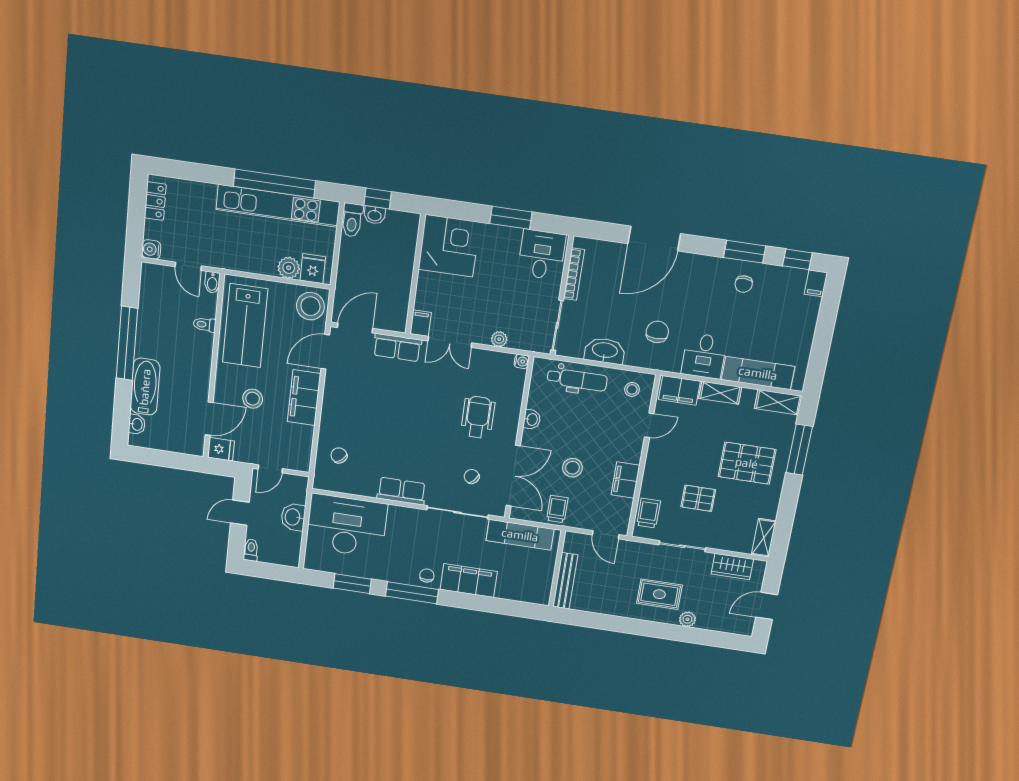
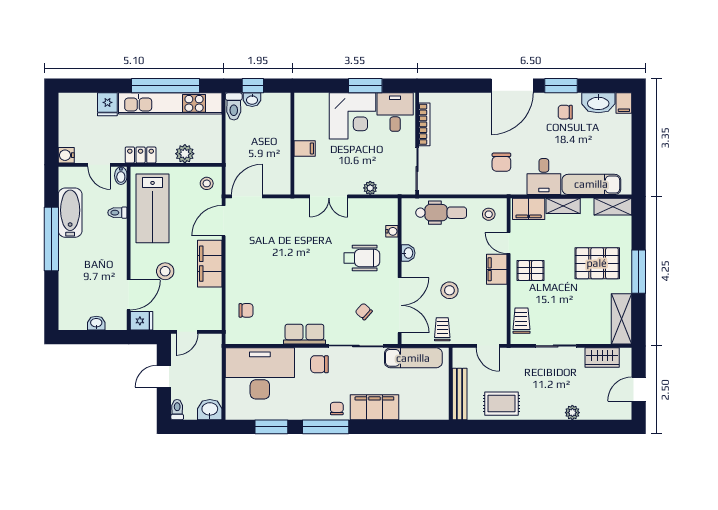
locker: (155, 201) -> (141, 155), moved, turned -90
door: (654, 239) -> (512, 86), moved
corner desk: (449, 246) -> (353, 116), moved, turned 90
window: (797, 259) -> (605, 86), removed
fridge: (313, 269) -> (107, 104), moved, turned 180
chair: (744, 284) -> (565, 112), turned 90
stool: (310, 306) -> (207, 183), width x0.53, depth x0.53
filing cabinet: (421, 323) -> (305, 148), moved, turned 90
chair: (657, 332) -> (501, 162), turned 180
row of seats: (397, 347) -> (285, 208), removed
washbasin: (605, 351) -> (598, 103), moved, turned 180
water cooler: (522, 361) -> (392, 231), moved
bathtub: (145, 387) -> (70, 213), moved
wheelchair: (478, 417) -> (362, 258), turned 90
washbasin: (137, 424) -> (96, 323), moved, turned -90
door: (649, 425) -> (509, 243), swing flipped
window: (799, 450) -> (639, 272), moved
chair: (339, 455) -> (246, 310), turned 131
filing cabinet: (626, 480) -> (497, 269), moved
pallet: (698, 498) -> (531, 270), moved
washbasin: (293, 517) -> (210, 410), moved, turned 90
chair: (414, 526) -> (319, 364), added
shelving: (764, 538) -> (621, 319), width x1.50, depth x1.33
rug: (659, 594) -> (501, 404), moved

